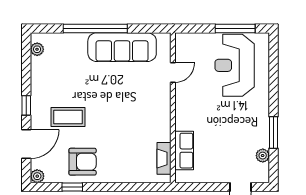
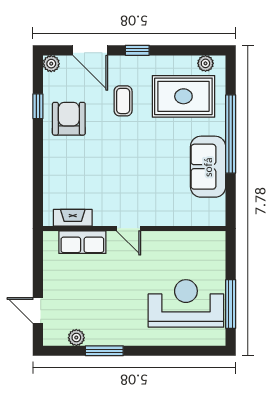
sofa: (122, 47) -> (208, 167), width x0.73
rug: (64, 67) -> (183, 96), added
door: (173, 73) -> (129, 228), moved
coffee table: (68, 117) -> (123, 101), width x0.73, depth x0.77
armchair: (83, 162) -> (69, 119), turned 180

